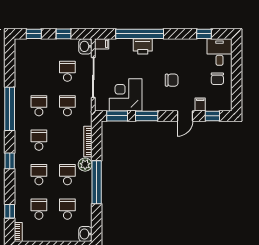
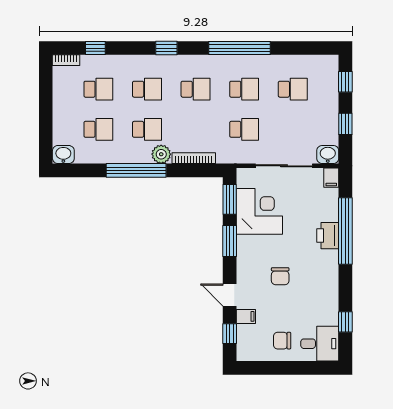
school desk: (67, 71) -> (293, 89), moved

